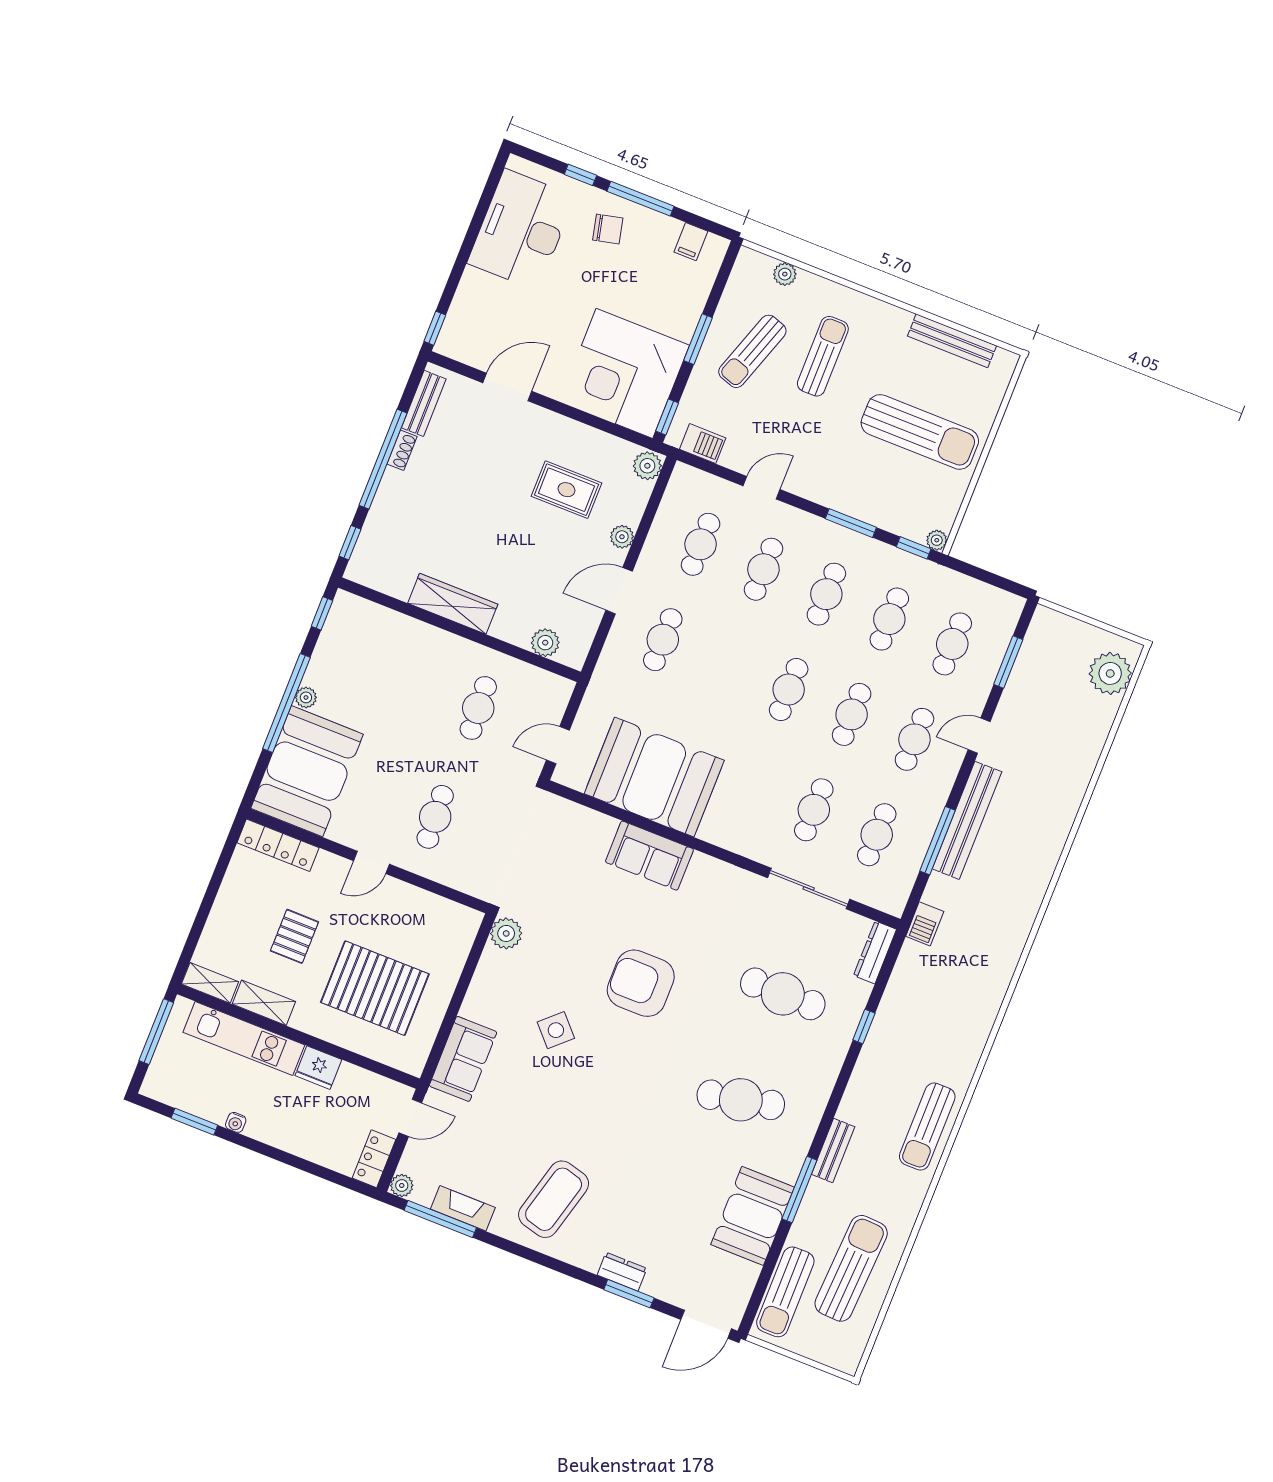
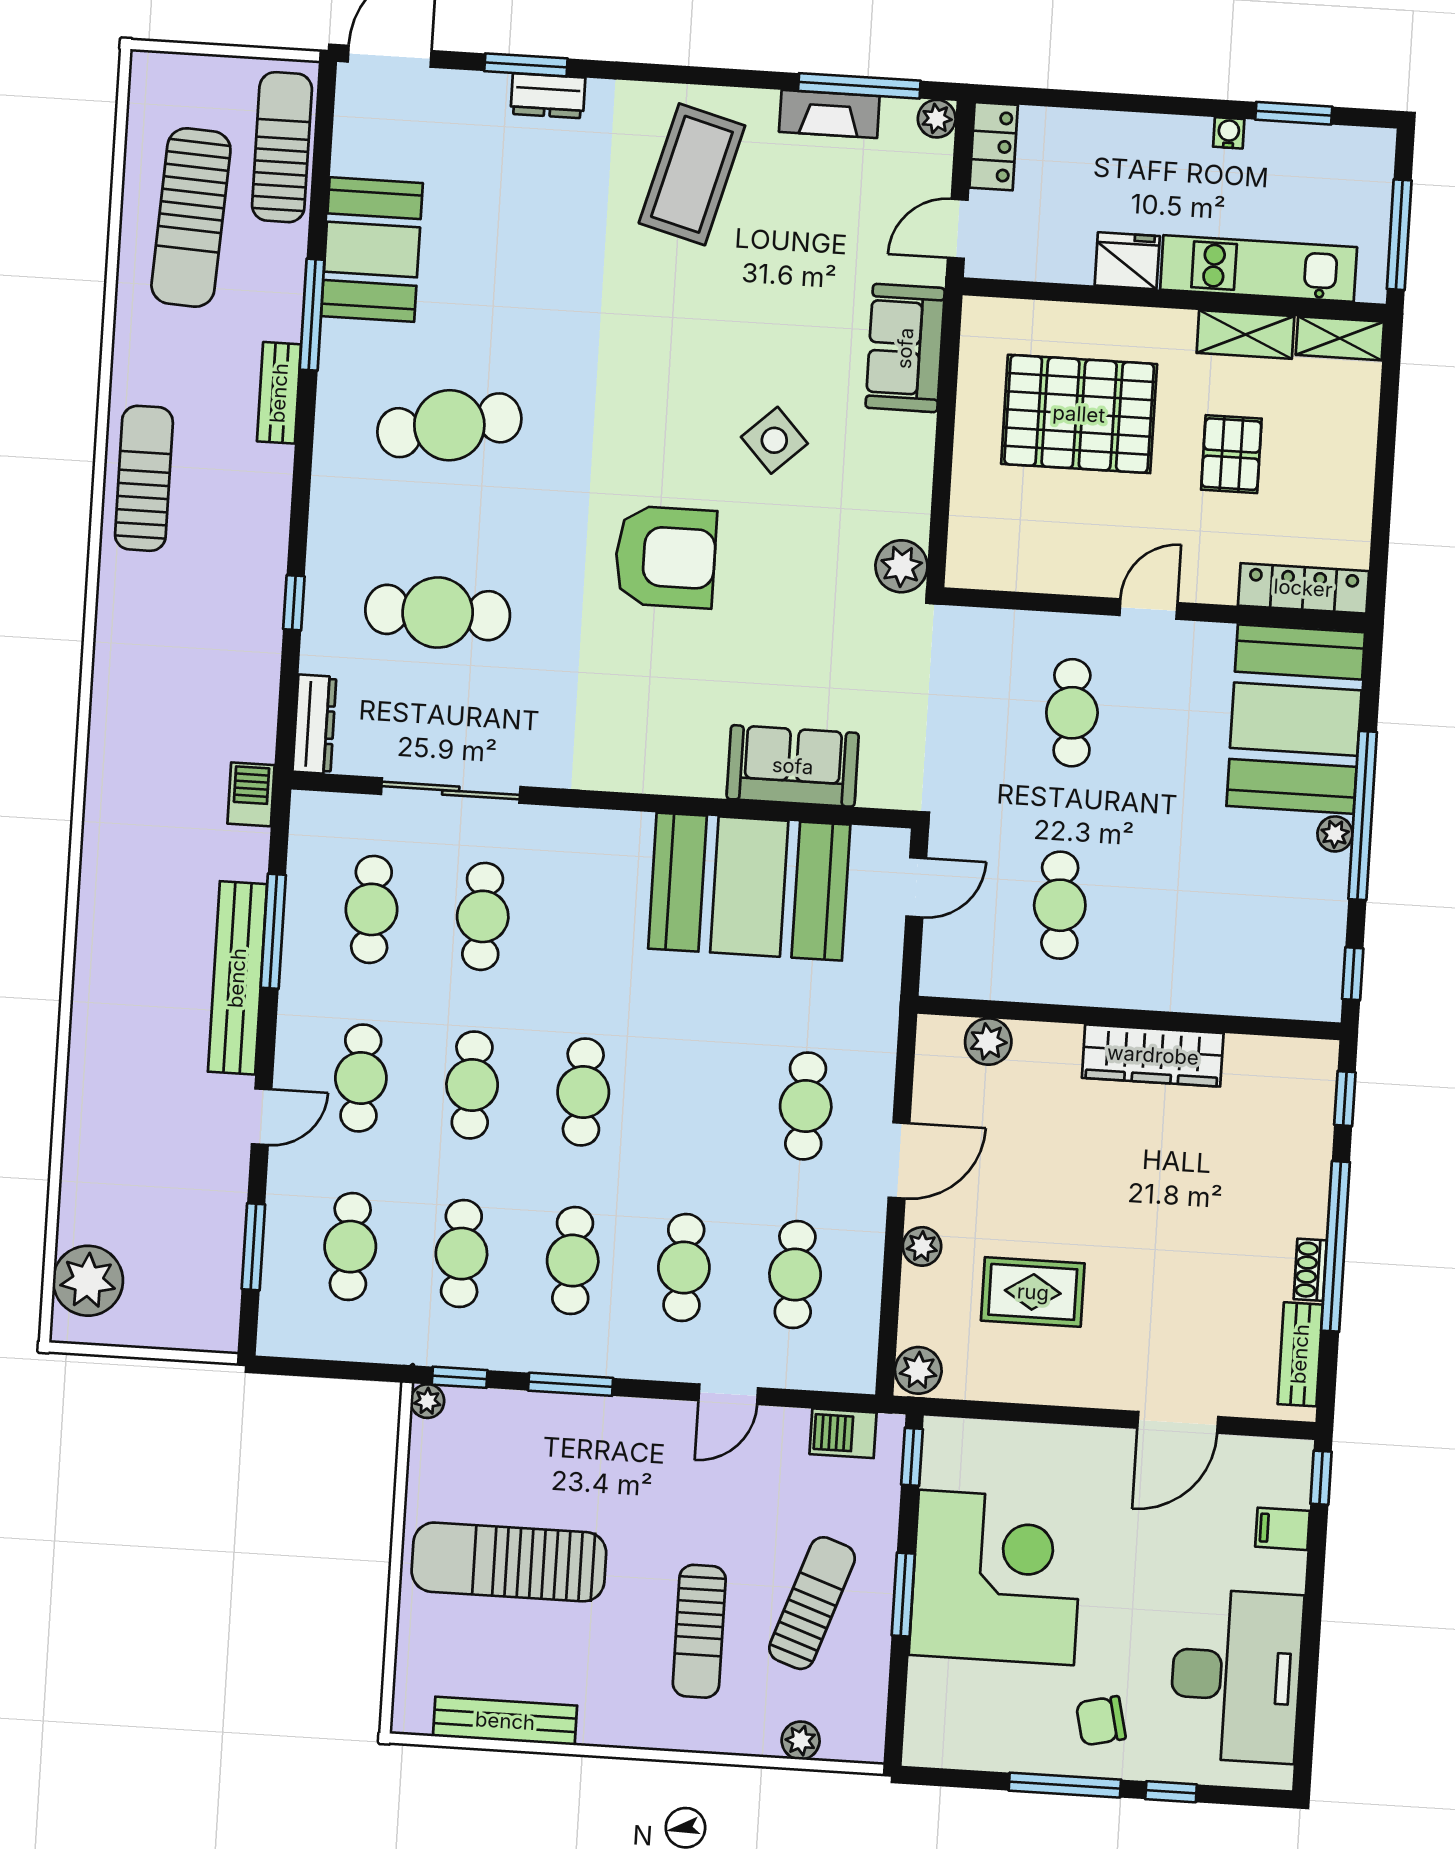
filing cabinet: (691, 242) -> (1283, 1529), moved, turned -90
corner desk: (624, 373) -> (996, 1577), moved
sofa: (649, 856) -> (793, 766), moved

